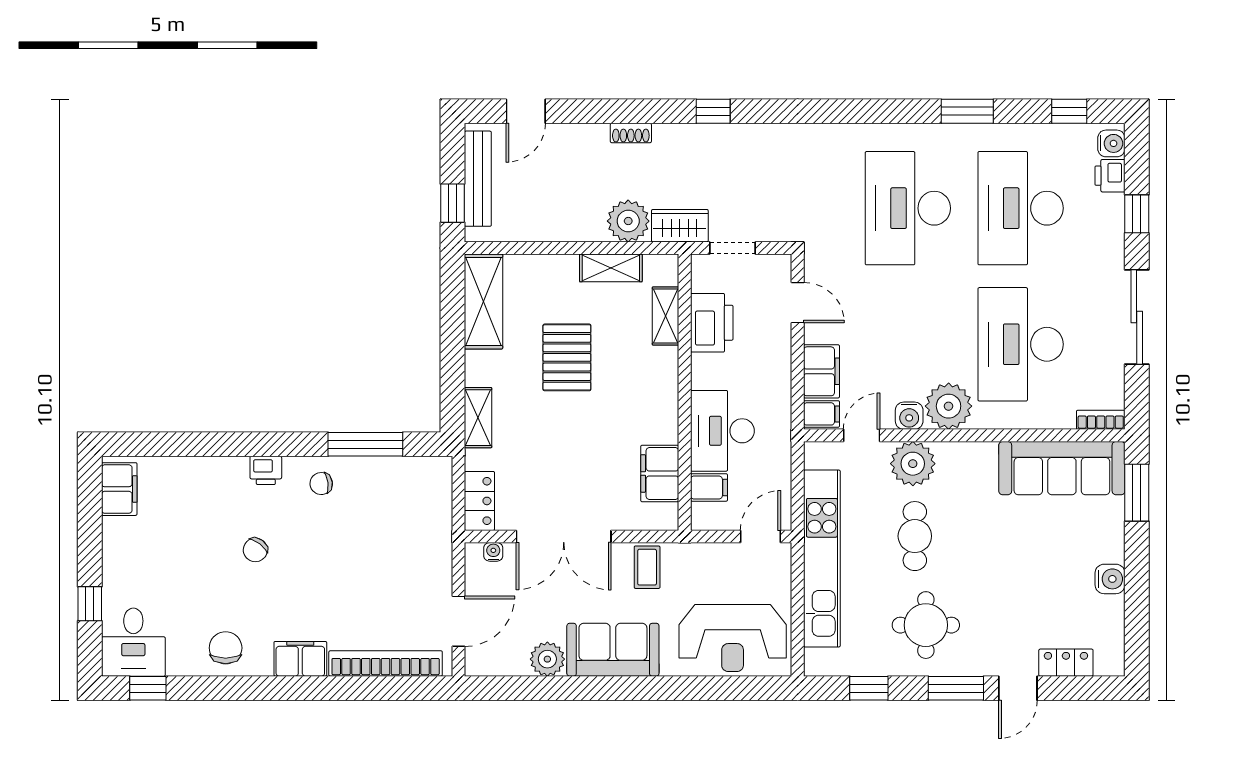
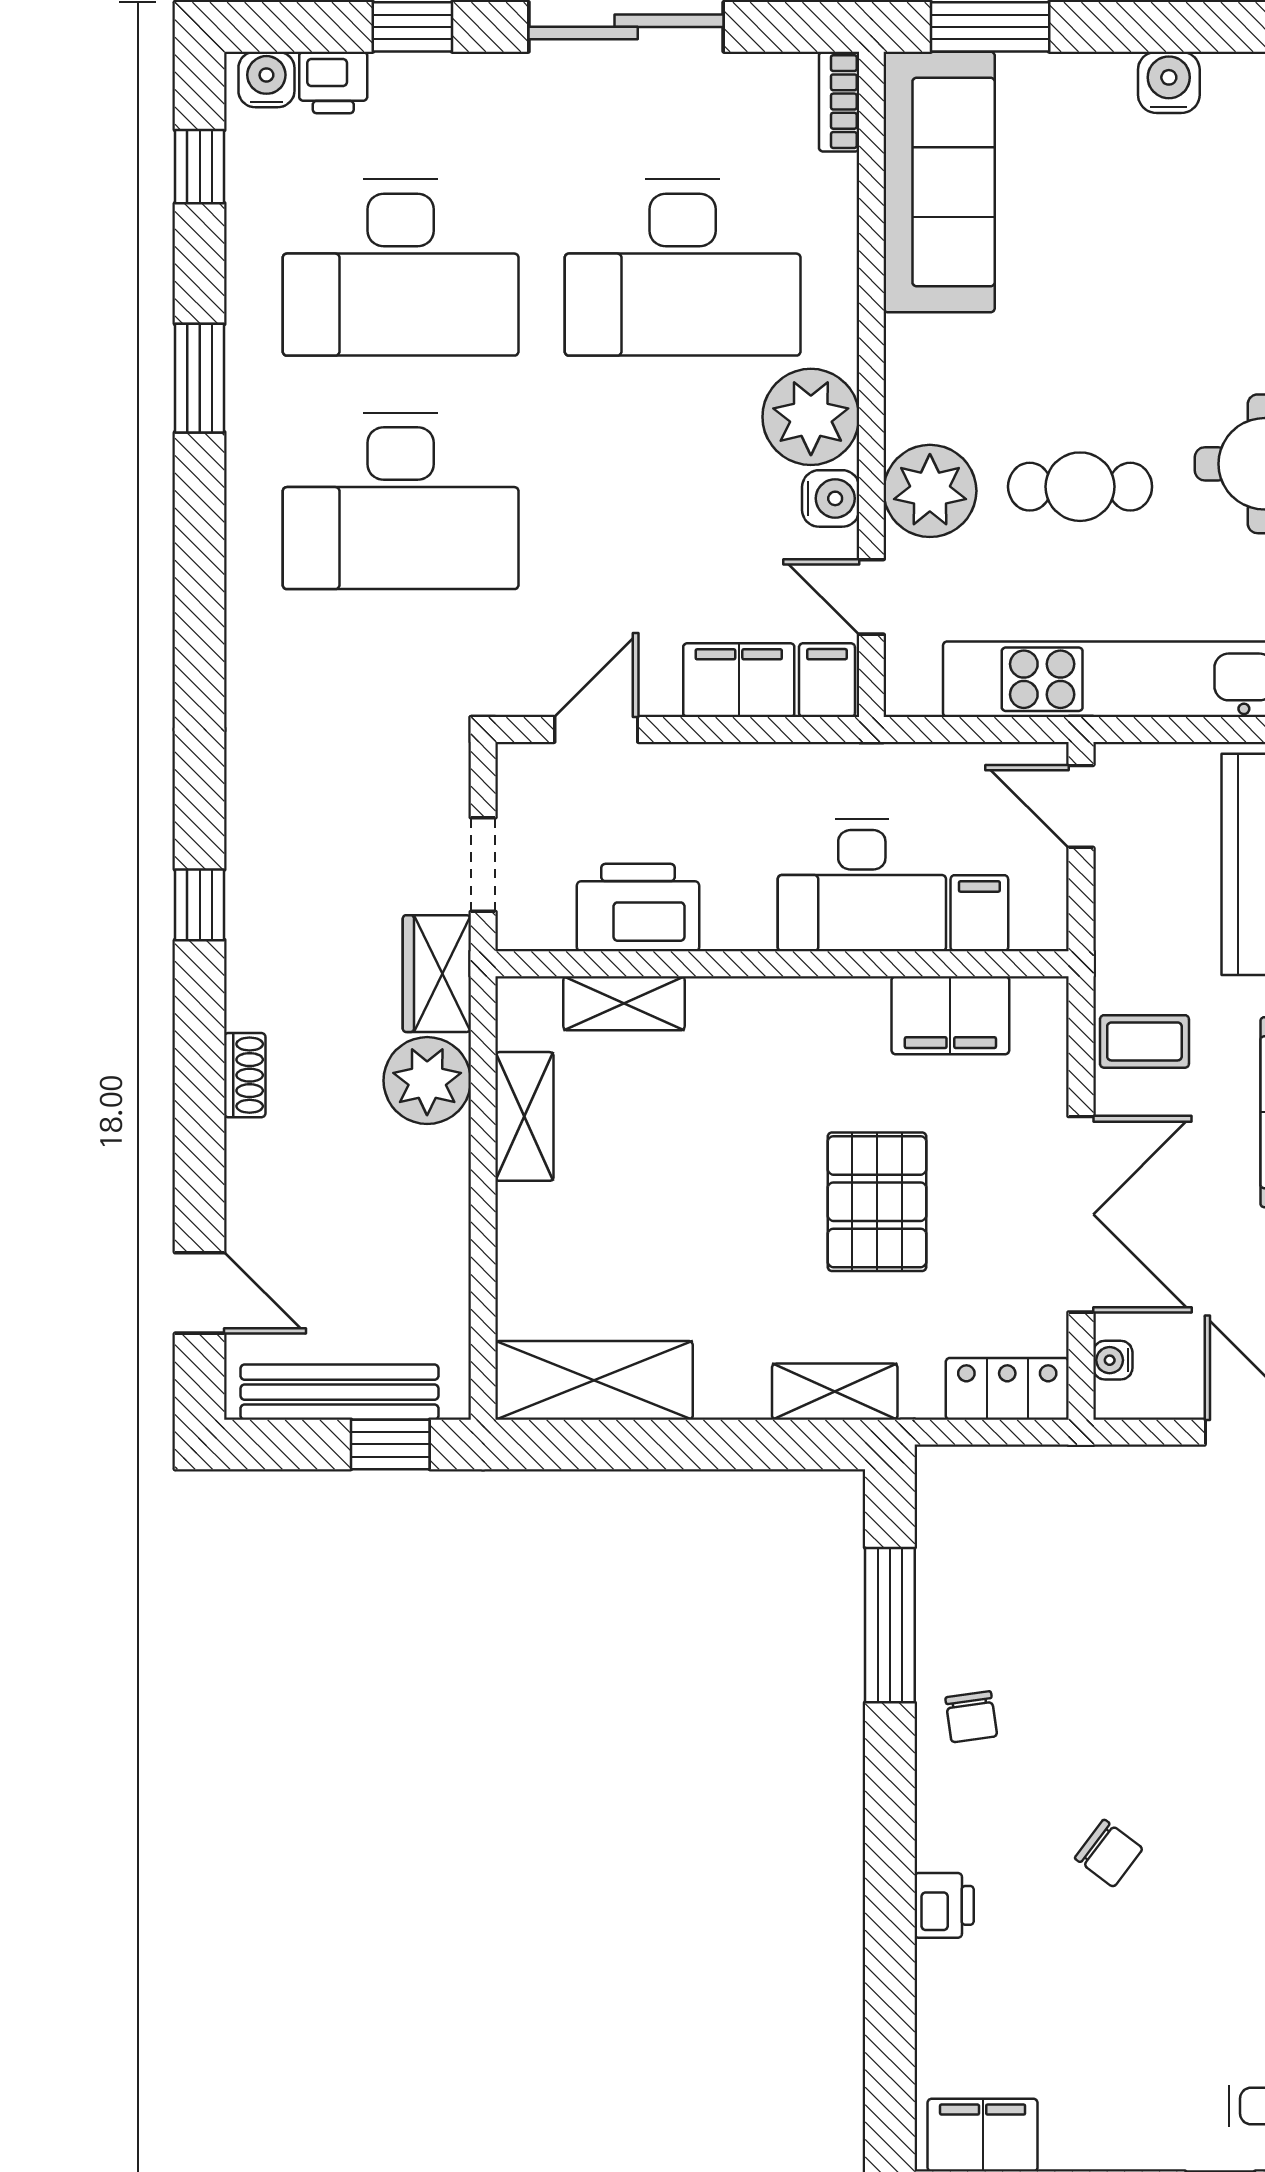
pallet: (567, 357) -> (877, 1202), moved, turned 90
printer: (266, 470) -> (944, 1905), moved

